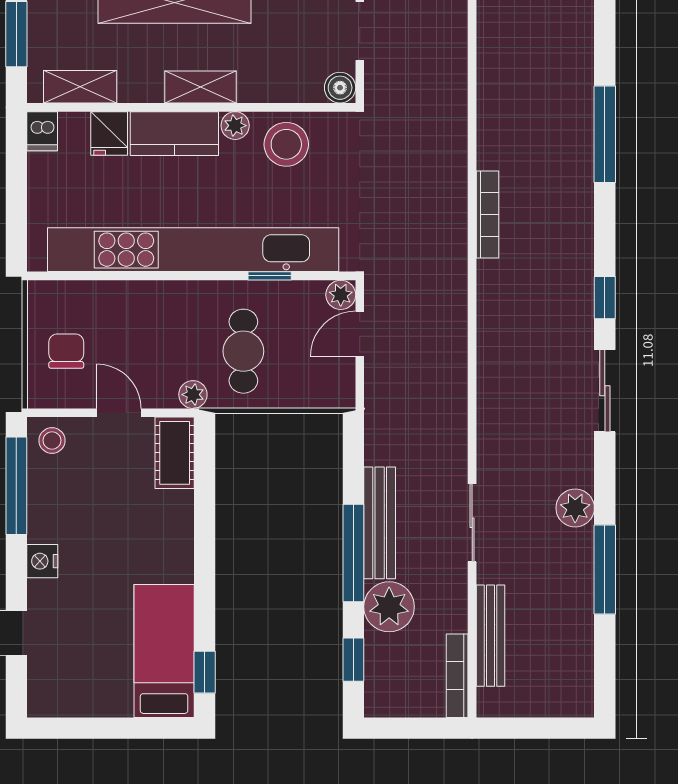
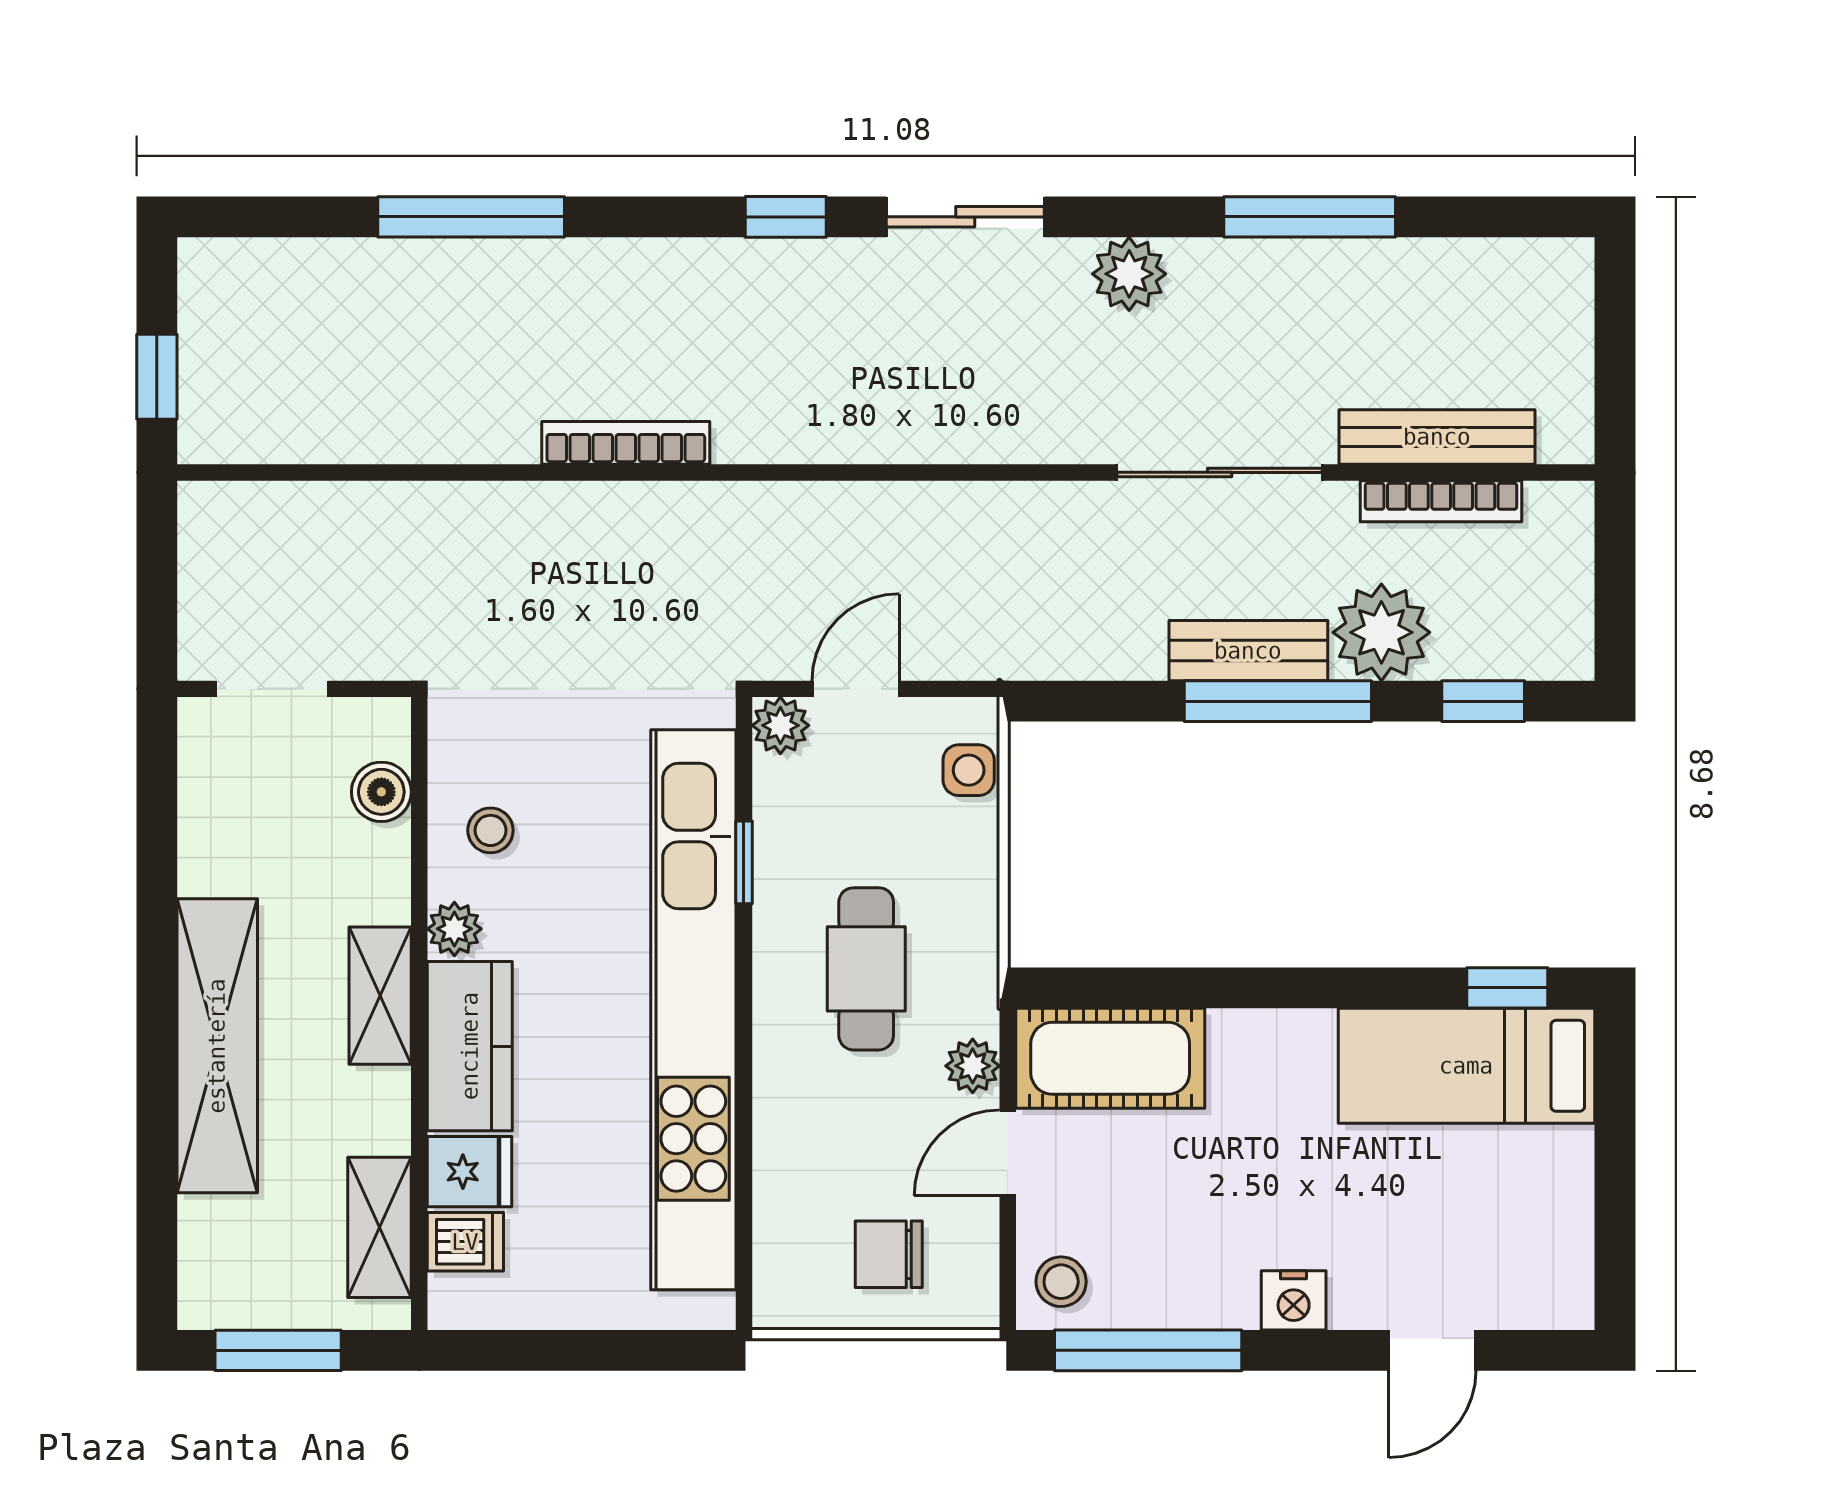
boiler: (340, 88) -> (381, 792), moved
dishwasher: (42, 131) -> (465, 1242), moved
stool: (286, 144) -> (490, 830), width x0.53, depth x0.53
door: (360, 334) -> (856, 689), swing flipped
cafe table: (243, 351) -> (866, 969), moved, turned 90
side table: (318, 393) -> (969, 770), added
plant: (193, 395) -> (973, 1066), moved
cot: (175, 453) -> (1110, 1058), width x1.37, depth x1.34
plant: (575, 508) -> (1129, 274), moved
bench: (380, 523) -> (1248, 651), width x0.73
sliding door: (472, 523) -> (1220, 472), width x1.37
bookcase: (457, 676) -> (1441, 501), moved

